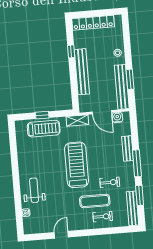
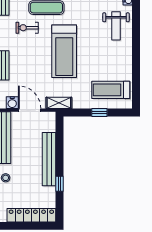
treadmill: (44, 129) -> (111, 90), moved

